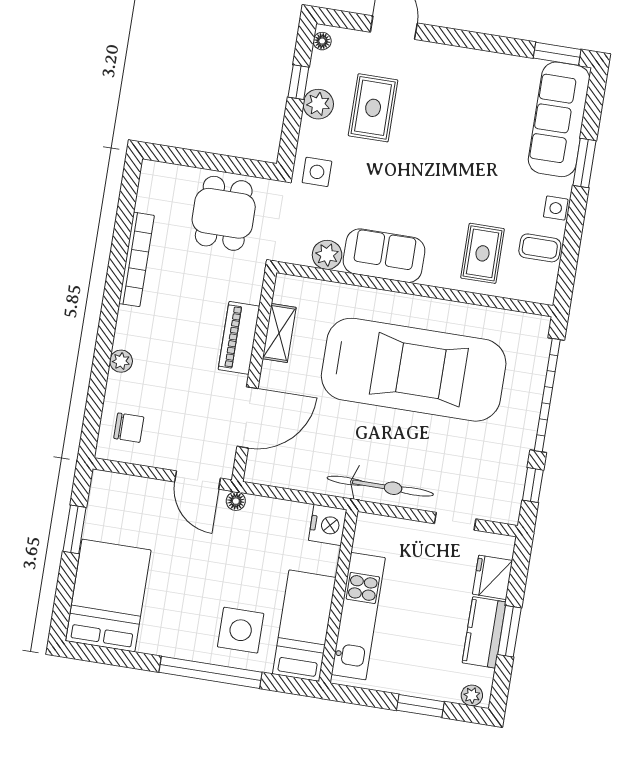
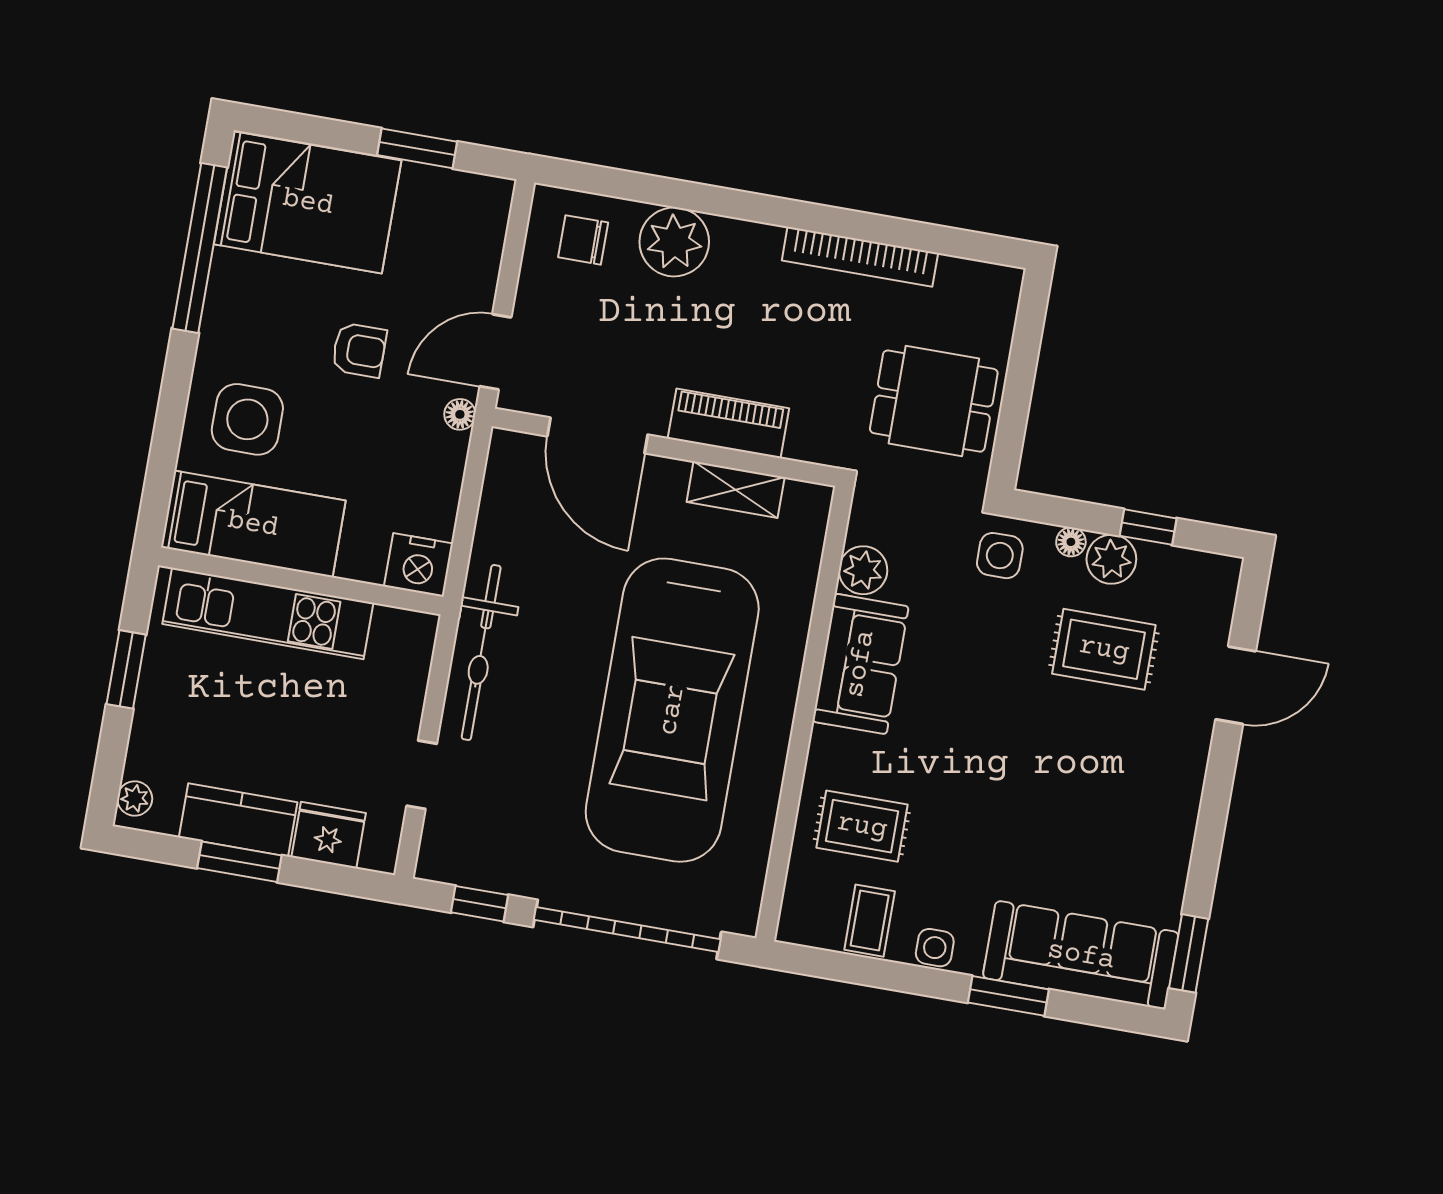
floor lamp: (322, 41) -> (1071, 542), moved
plant: (121, 361) -> (674, 242), width x1.88, depth x1.88
chair: (129, 428) -> (583, 240), turned 90
armchair: (198, 563) -> (359, 350), added
window: (210, 672) -> (200, 248), moved
window: (420, 706) -> (126, 669), moved

